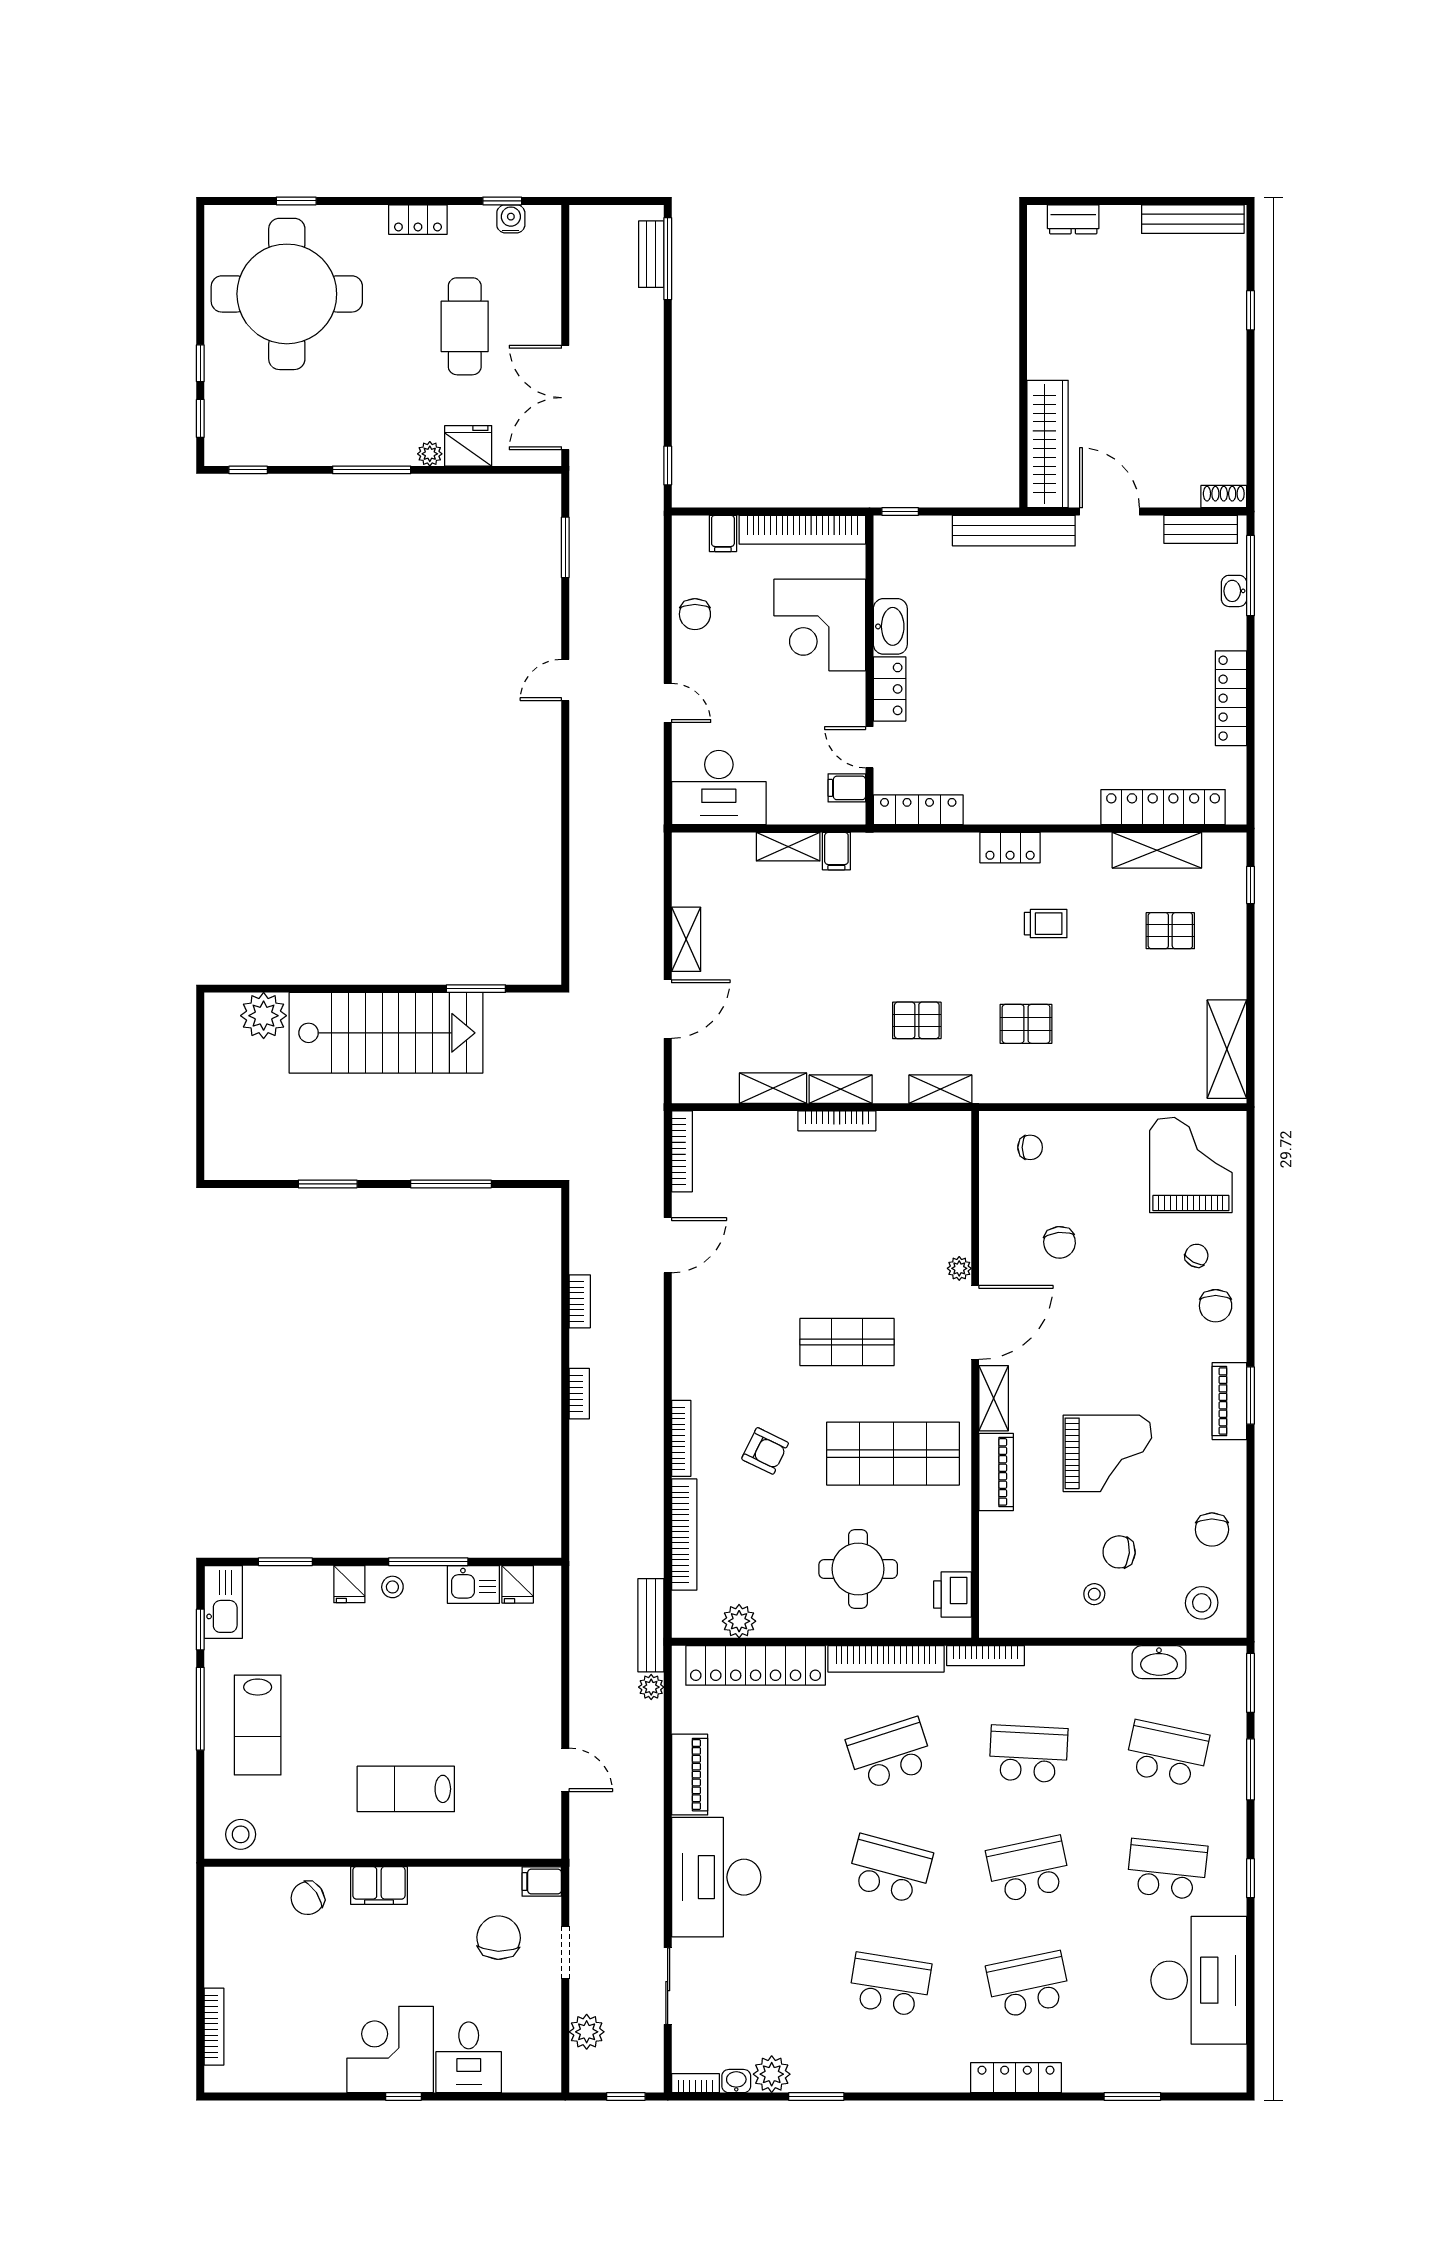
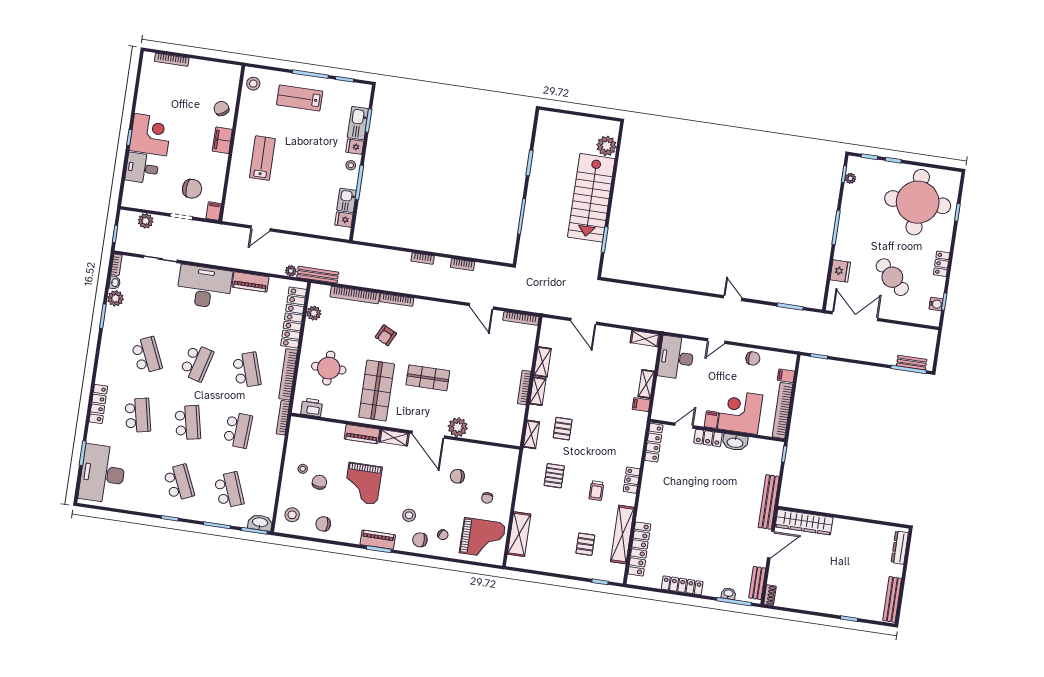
dresser: (1073, 219) -> (900, 548), width x1.44
cafe table: (465, 326) -> (892, 277), turned 44
plant: (430, 454) -> (850, 178), moved
chair: (695, 614) -> (753, 358), turned 180
filing cabinet: (847, 788) -> (711, 420), moved
shelving: (1157, 850) -> (622, 534), width x1.47
shelving: (686, 939) -> (645, 339), moved
shelving: (1227, 1049) -> (519, 534), moved, turned 90
chair: (1030, 1147) -> (487, 498), moved
plant: (959, 1268) -> (458, 427), width x1.88, depth x1.88
stool: (1164, 1338) -> (409, 515), added
shop shelf: (847, 1342) -> (428, 378), turned 90
kitchen sink: (223, 1602) -> (358, 123), moved, turned 90
washbasin: (1159, 1662) -> (260, 523), moved, turned 90
school desk: (1167, 1754) -> (229, 490), turned -33
school desk: (1167, 1869) -> (179, 483), turned -30
desk: (1199, 1980) -> (103, 474), moved, turned 90
school desk: (890, 1985) -> (147, 355), turned -33

